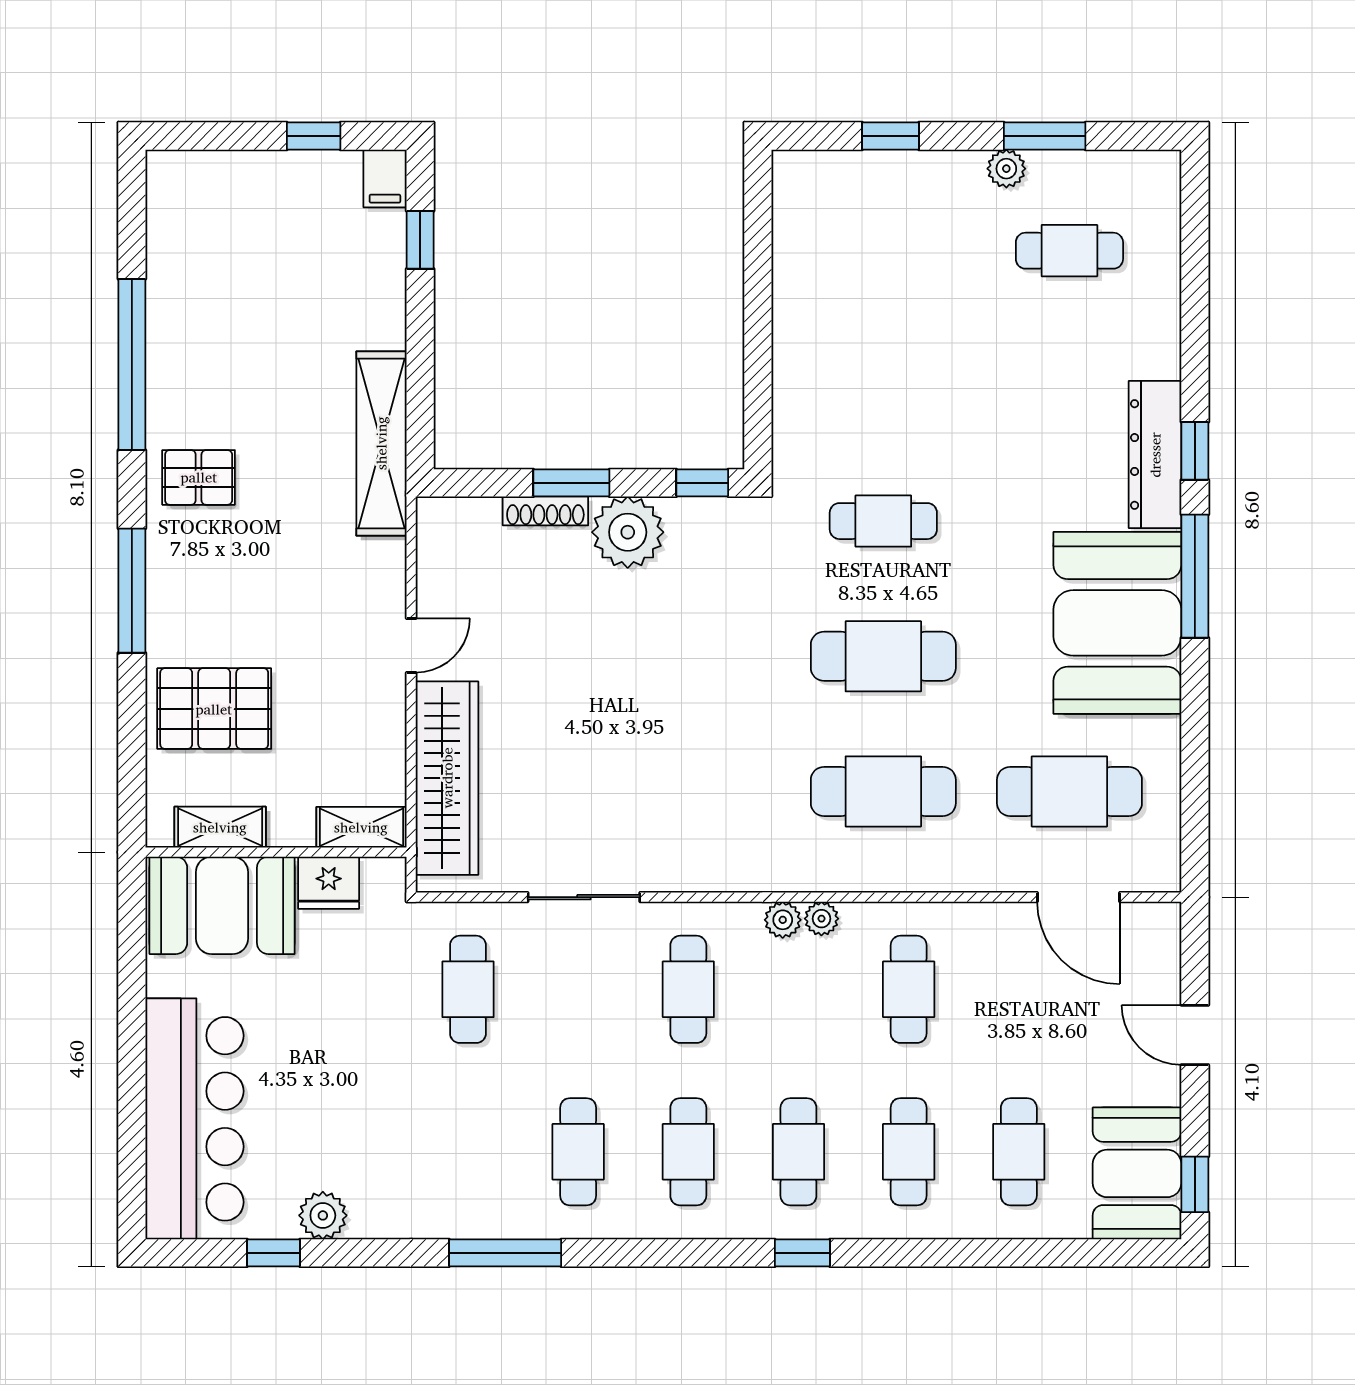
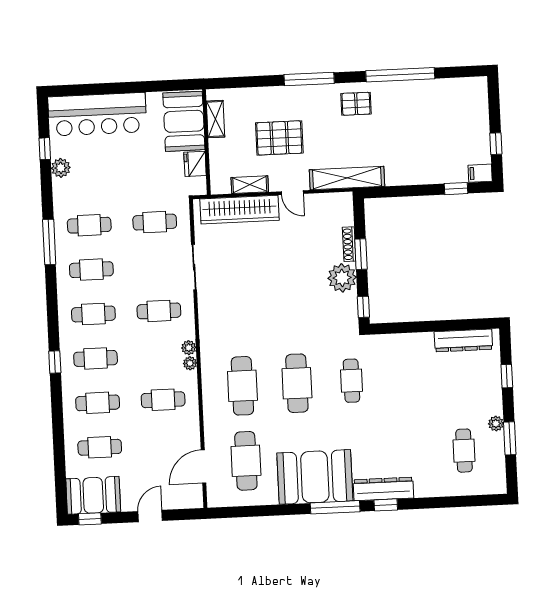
dresser: (797, 239) -> (463, 340), added
shelving: (381, 443) -> (347, 178), moved
pallet: (199, 477) -> (356, 104), turned 90
pallet: (214, 709) -> (279, 138), moved, turned 90
shelving: (361, 827) -> (250, 185), moved, turned 90
cafe table: (468, 1152) -> (89, 225), added

